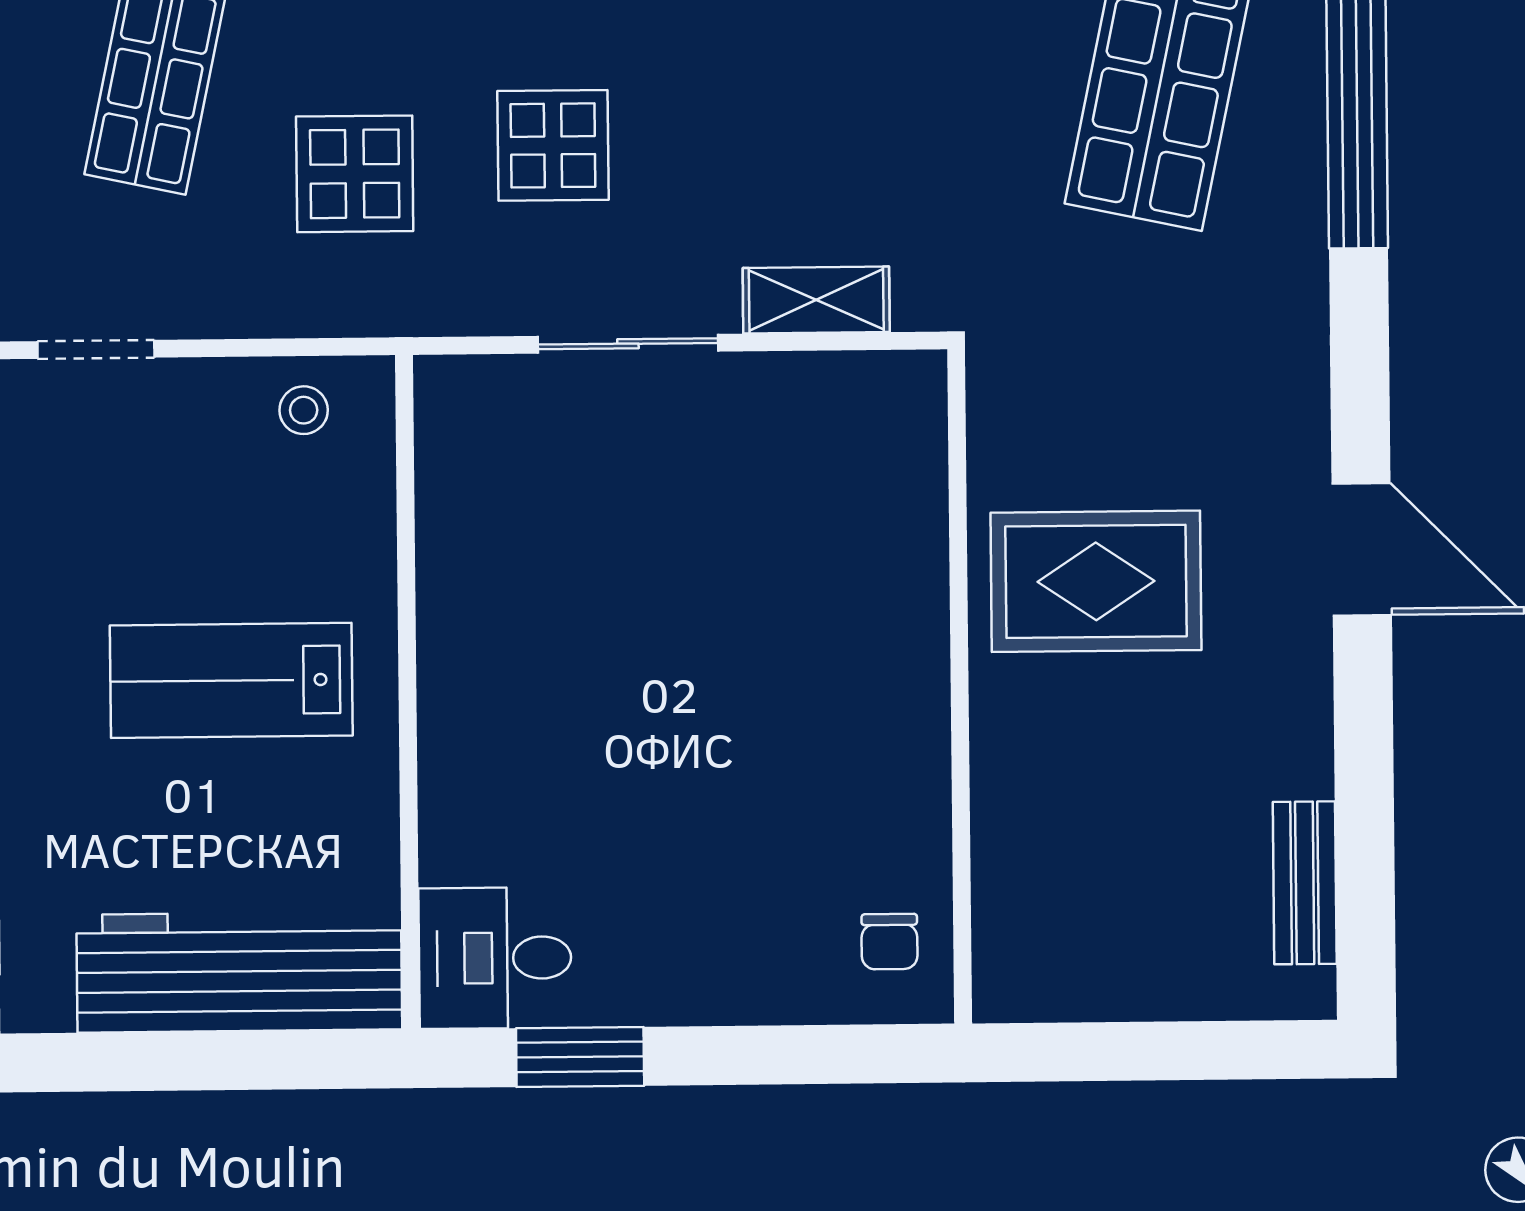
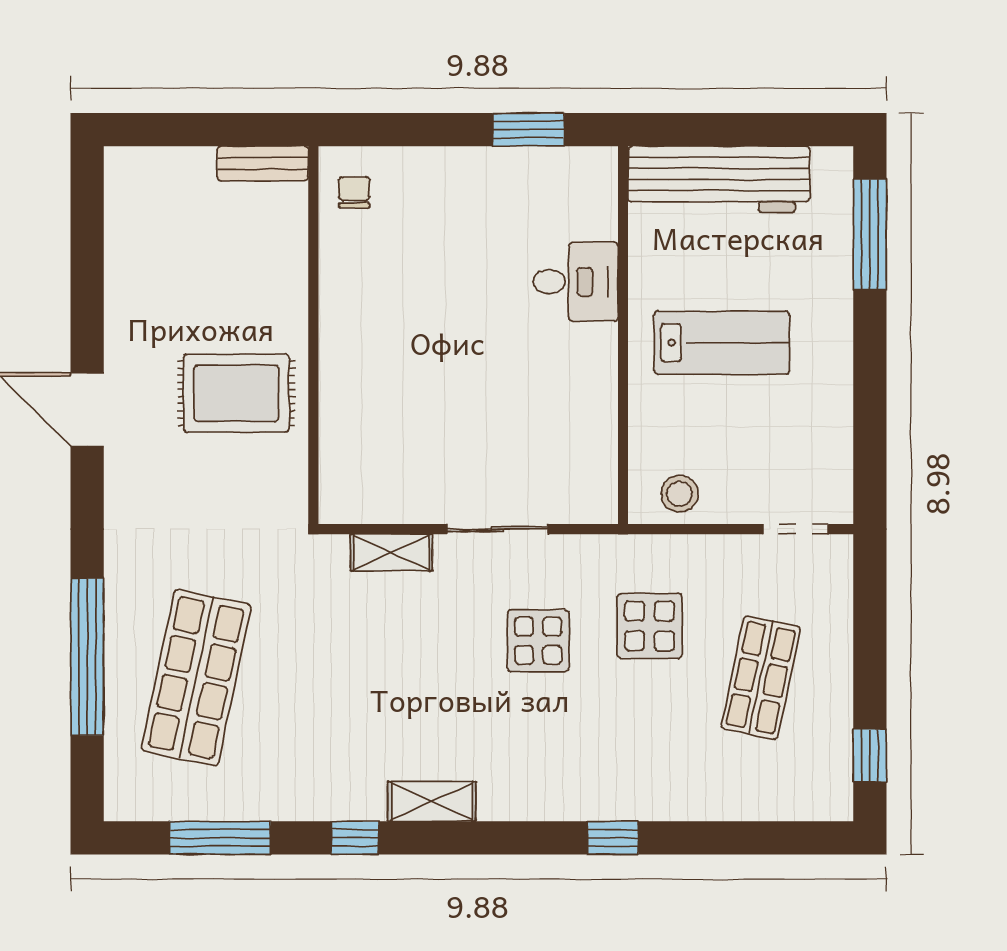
stool: (304, 410) -> (680, 494), width x1.37, depth x1.37
bench: (1305, 883) -> (263, 163), moved, turned 90
desk: (495, 958) -> (575, 282), moved

